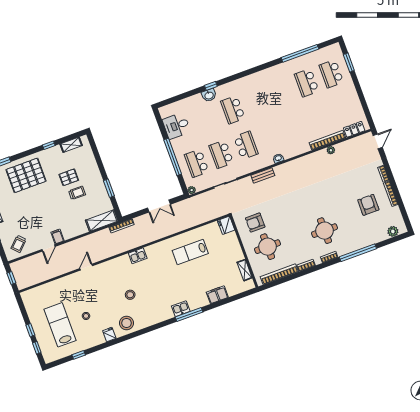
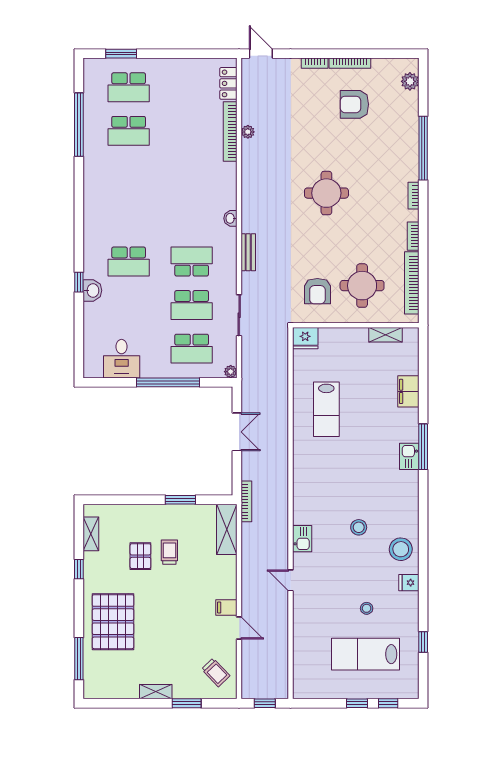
round table: (325, 231) -> (326, 193), moved
kitchen sink: (138, 256) -> (302, 539), moved

